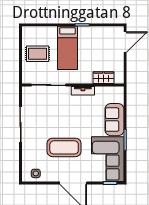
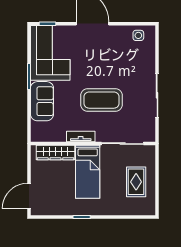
bed: (67, 48) -> (88, 172), moved, turned 180
rug: (38, 54) -> (136, 182), turned 90
wardrobe: (104, 78) -> (55, 153), width x1.50
coffee table: (64, 147) -> (101, 100), moved

